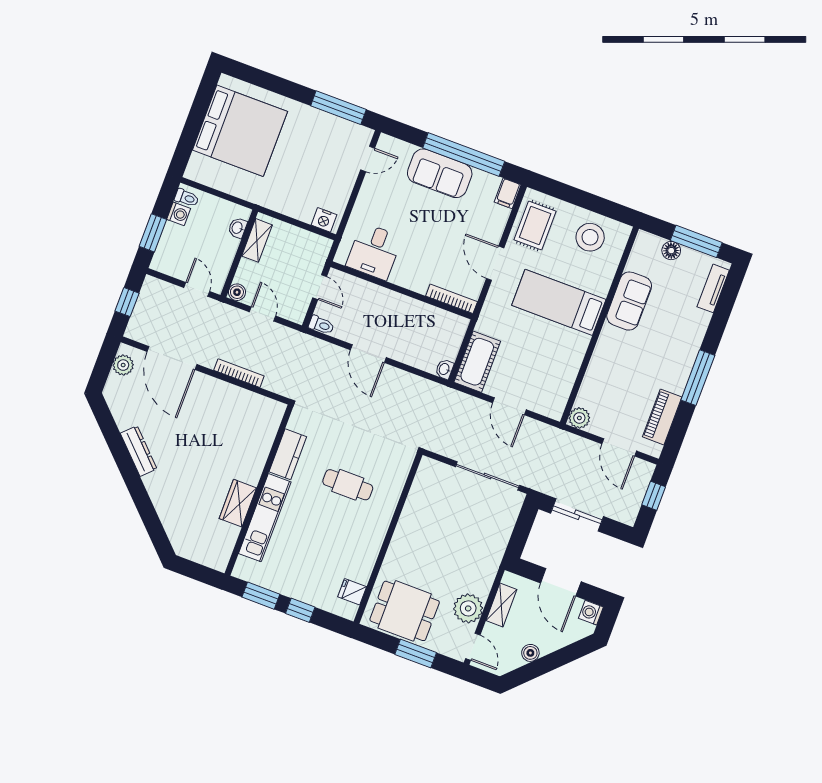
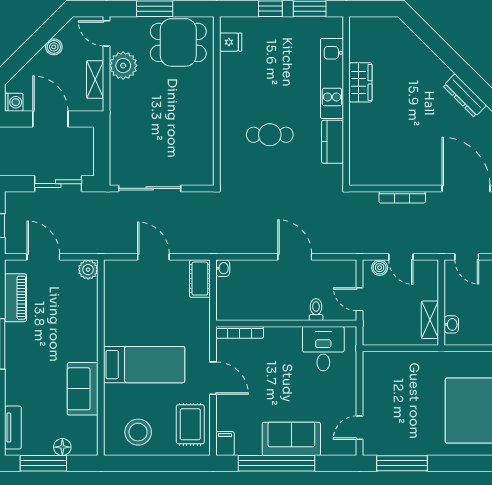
nightstand: (324, 220) -> (378, 360), removed
boiler: (237, 292) -> (380, 268), moved
toilet: (321, 325) -> (316, 310), moved, turned 90
cot: (477, 362) -> (200, 279), width x0.73, depth x0.75

